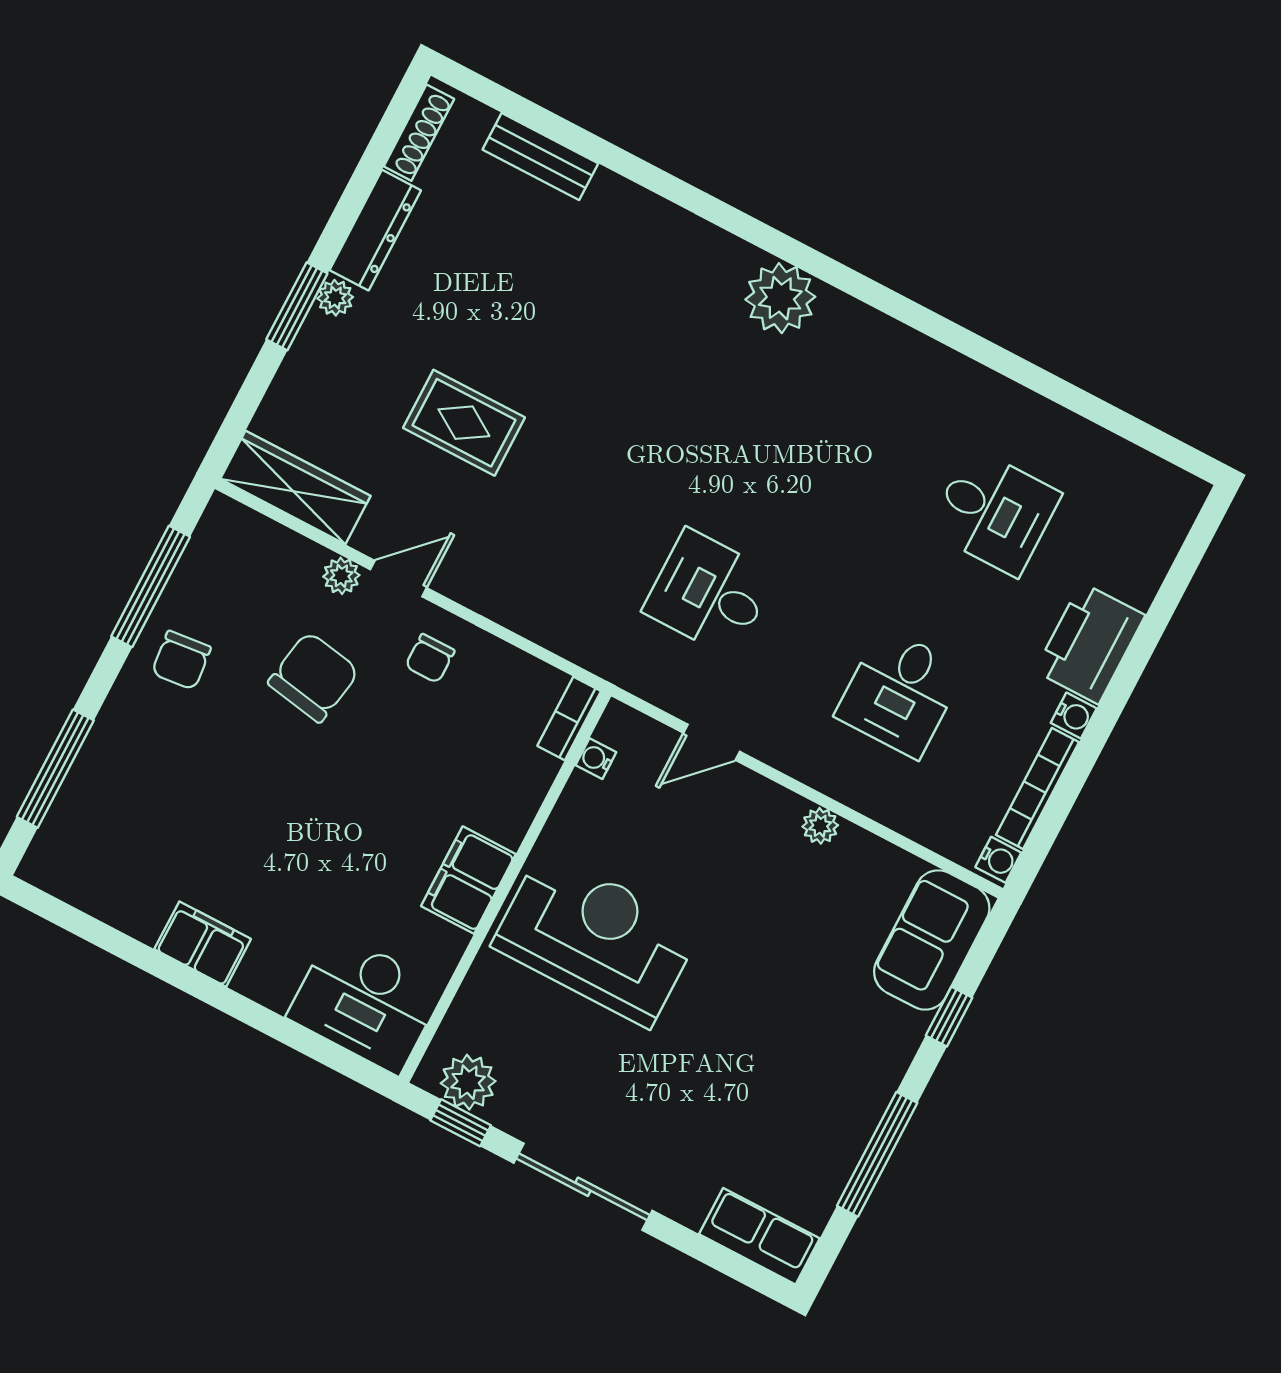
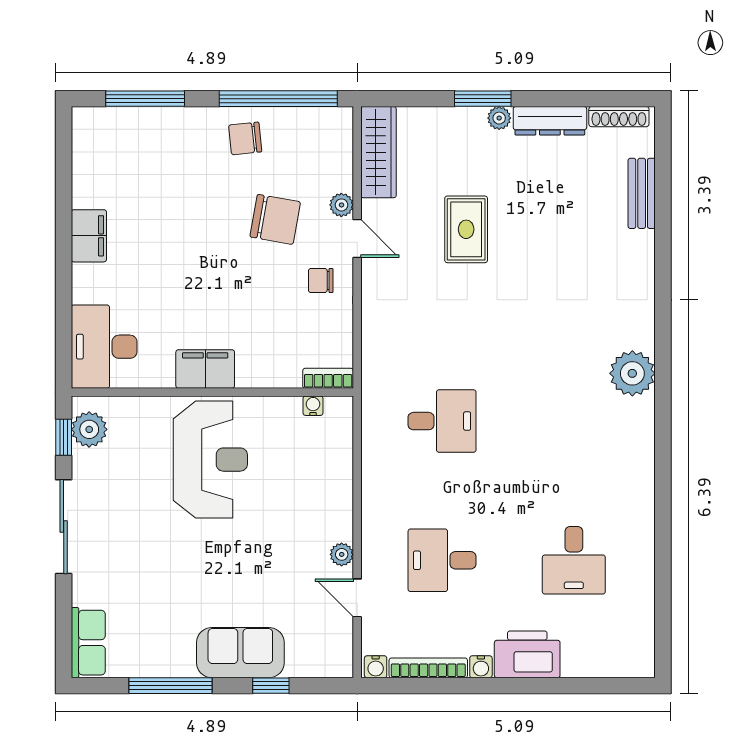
window: (151, 586) -> (278, 99), width x1.46
desk: (709, 593) -> (442, 421), turned 90
door: (712, 742) -> (357, 598), moved
sofa: (932, 940) -> (240, 653), moved

